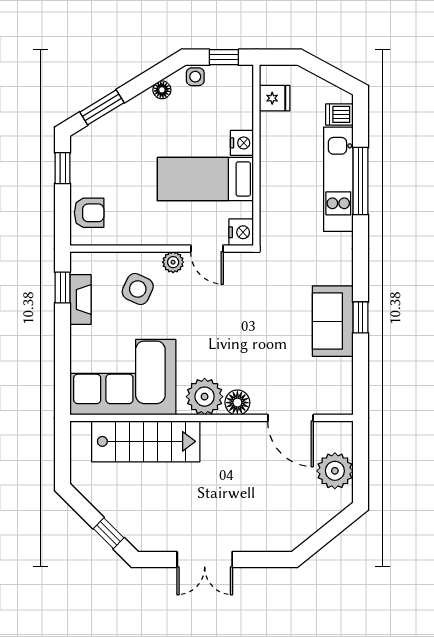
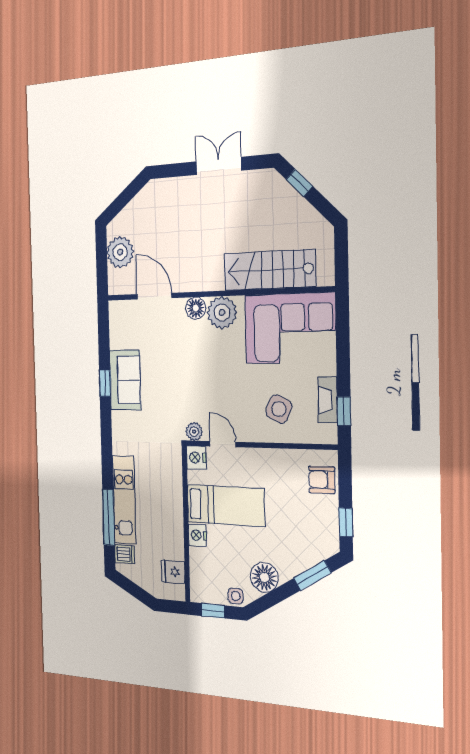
floor lamp: (162, 90) -> (264, 577), width x1.89, depth x1.89
window: (360, 181) -> (109, 517), moved
plant: (173, 262) -> (194, 432), moved

